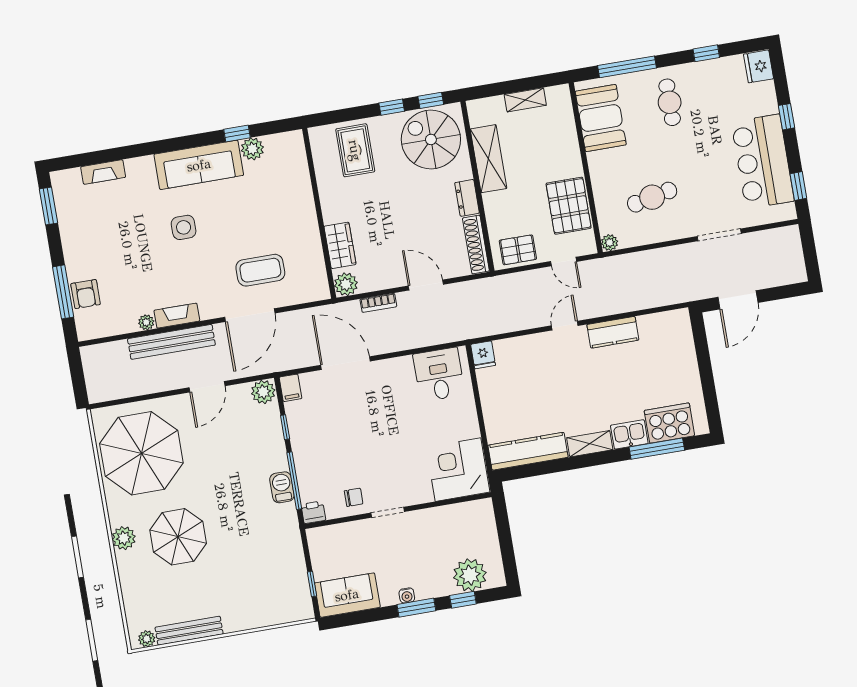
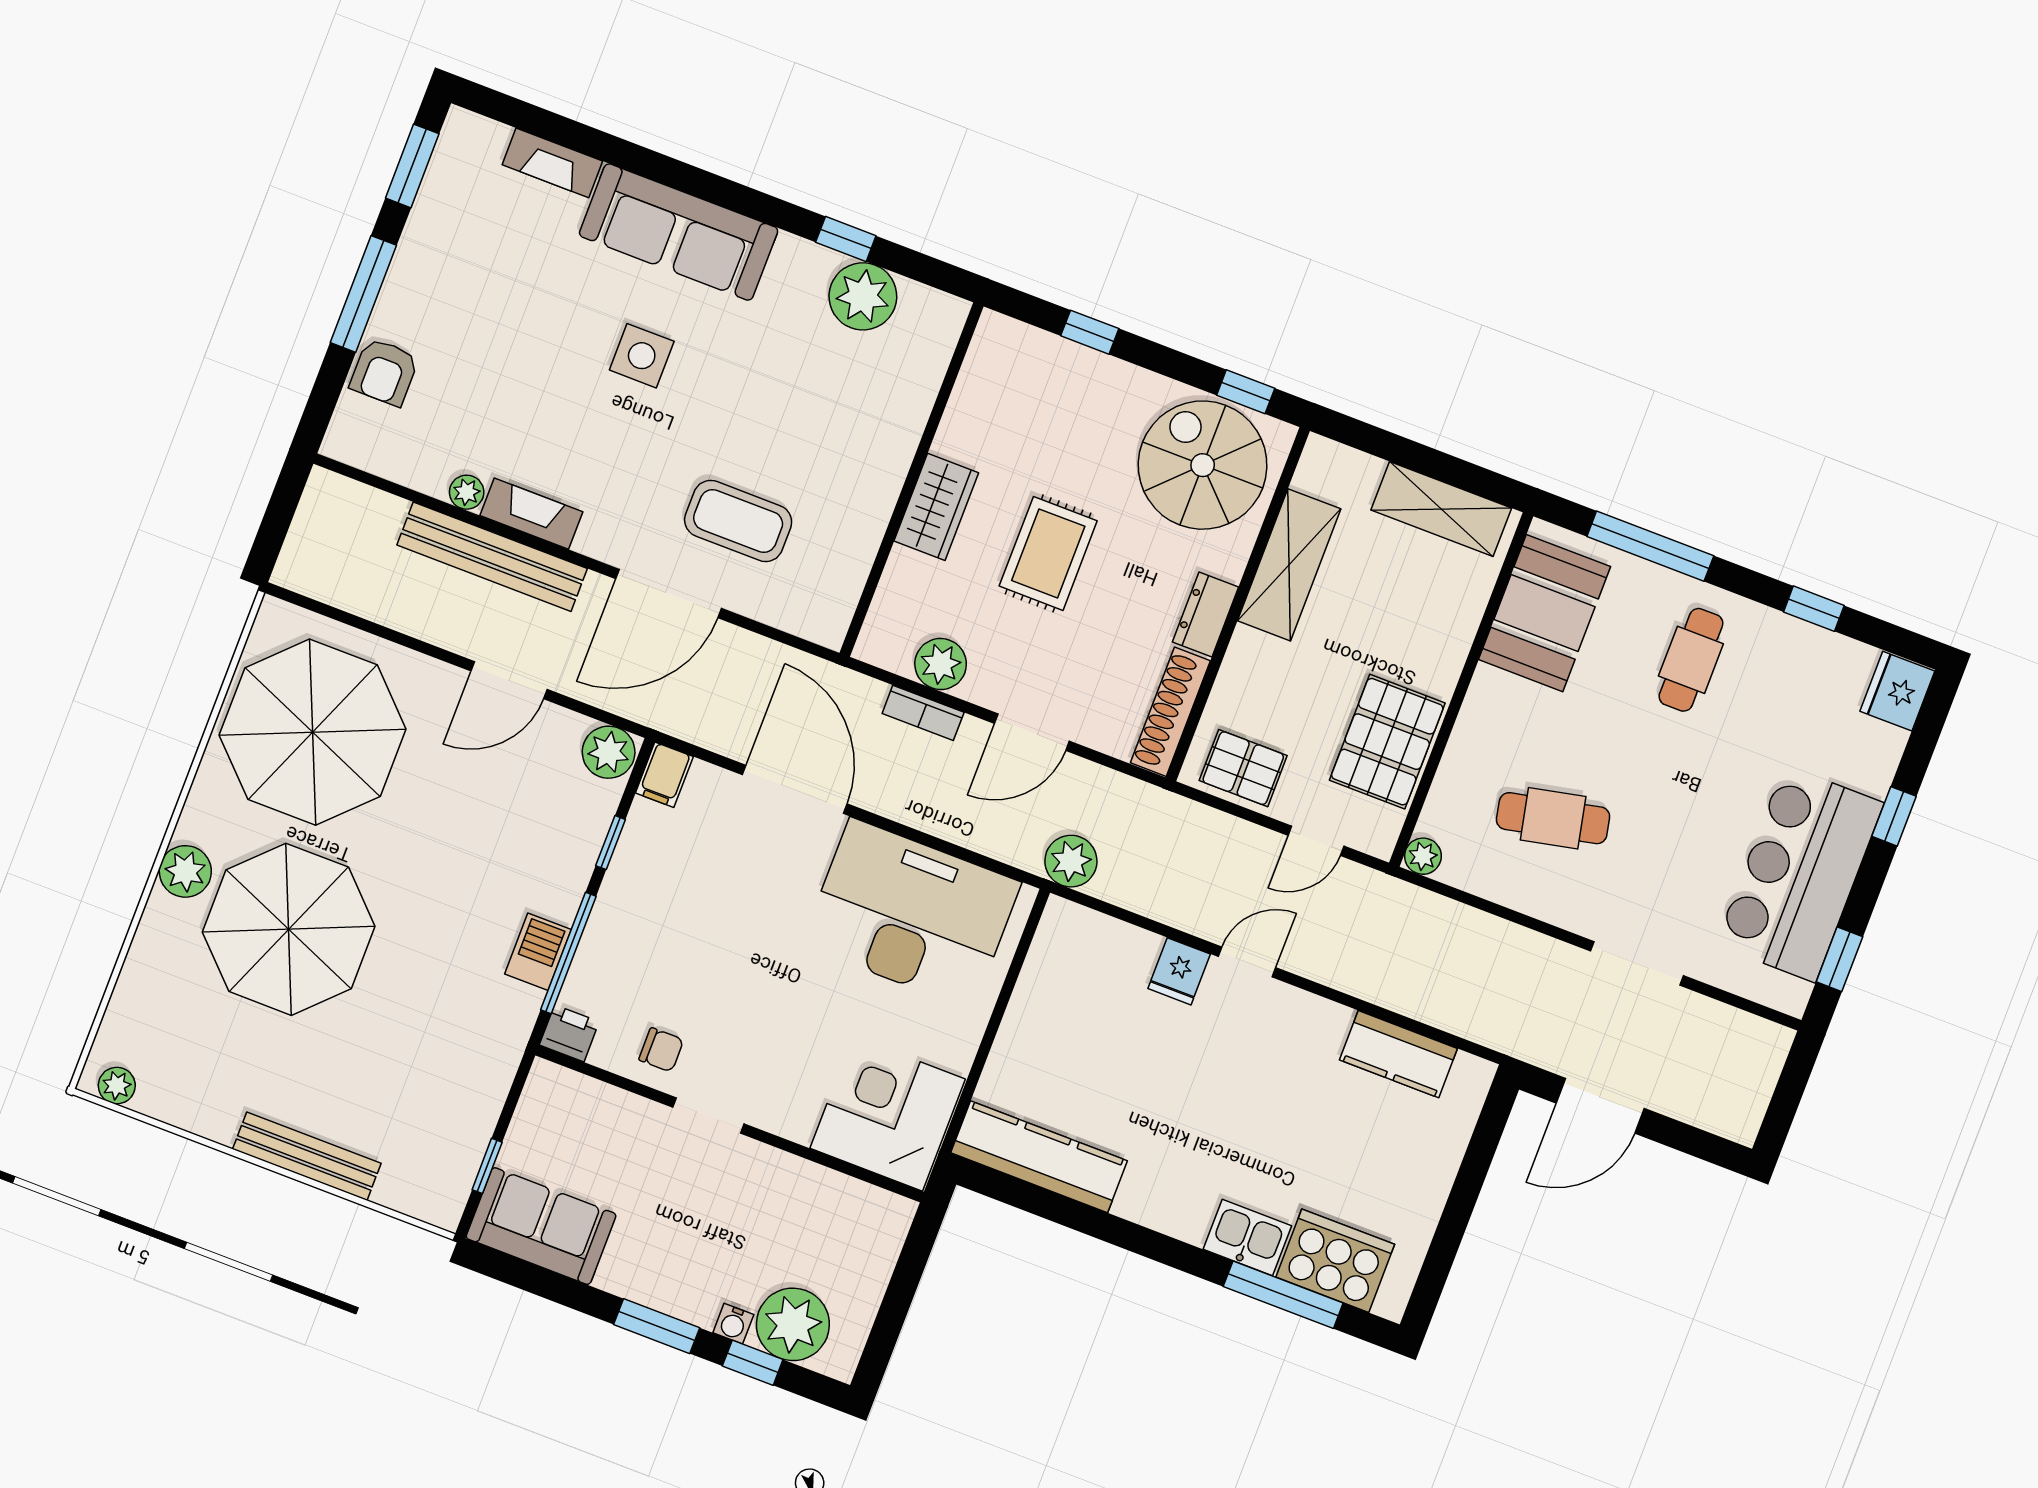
shelving: (525, 100) -> (1441, 509), width x1.50, depth x1.33
window: (392, 107) -> (1090, 332), moved
plant: (252, 149) -> (863, 296), width x1.36, depth x1.36
rug: (355, 150) -> (1048, 553), moved
sofa: (199, 165) -> (679, 232), moved
wardrobe: (340, 245) -> (936, 507), moved
door: (564, 262) -> (1316, 841), hinge flipped
plant: (346, 284) -> (941, 664), moved
door: (426, 285) -> (1032, 732), swing flipped
window: (63, 292) -> (363, 294), moved
plant: (471, 327) -> (1071, 861), added
kitchen counter: (613, 332) -> (1398, 1054), moved
fridge: (483, 355) -> (1179, 971), moved
desk: (439, 374) -> (911, 914), width x1.87, depth x1.30
shelving: (590, 444) -> (1163, 1211), removed
parasol: (178, 537) -> (289, 929), width x1.36, depth x1.36
water cooler: (407, 595) -> (733, 1324), moved
bench: (189, 631) -> (307, 1156), moved

